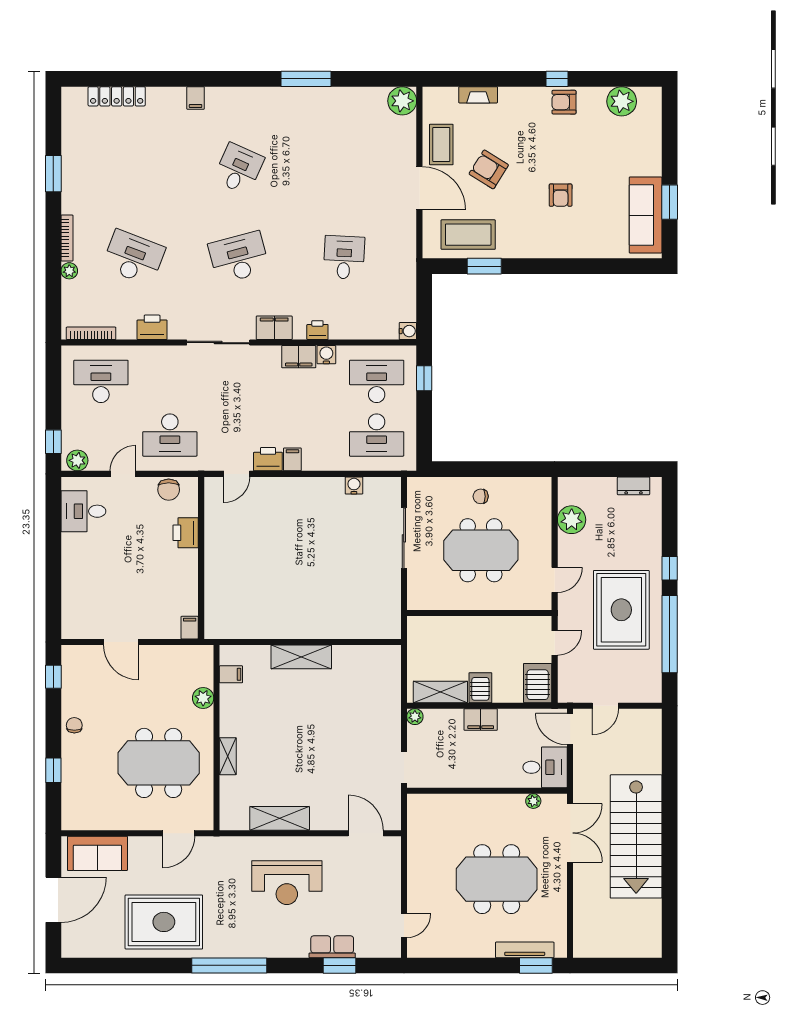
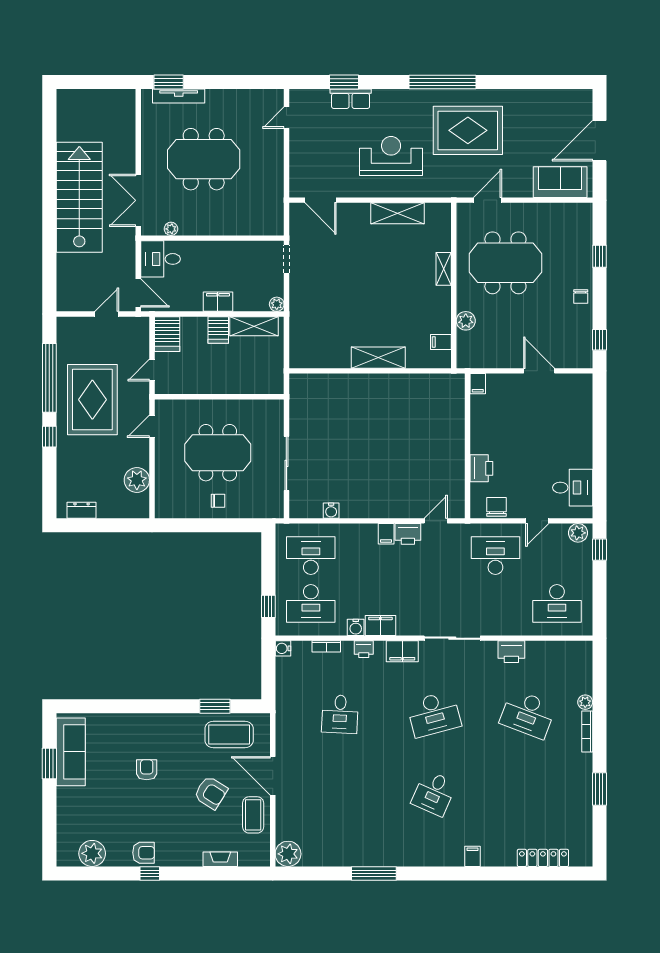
bookcase: (91, 333) -> (326, 646), moved, width x0.64
rug: (164, 922) -> (468, 130), moved

